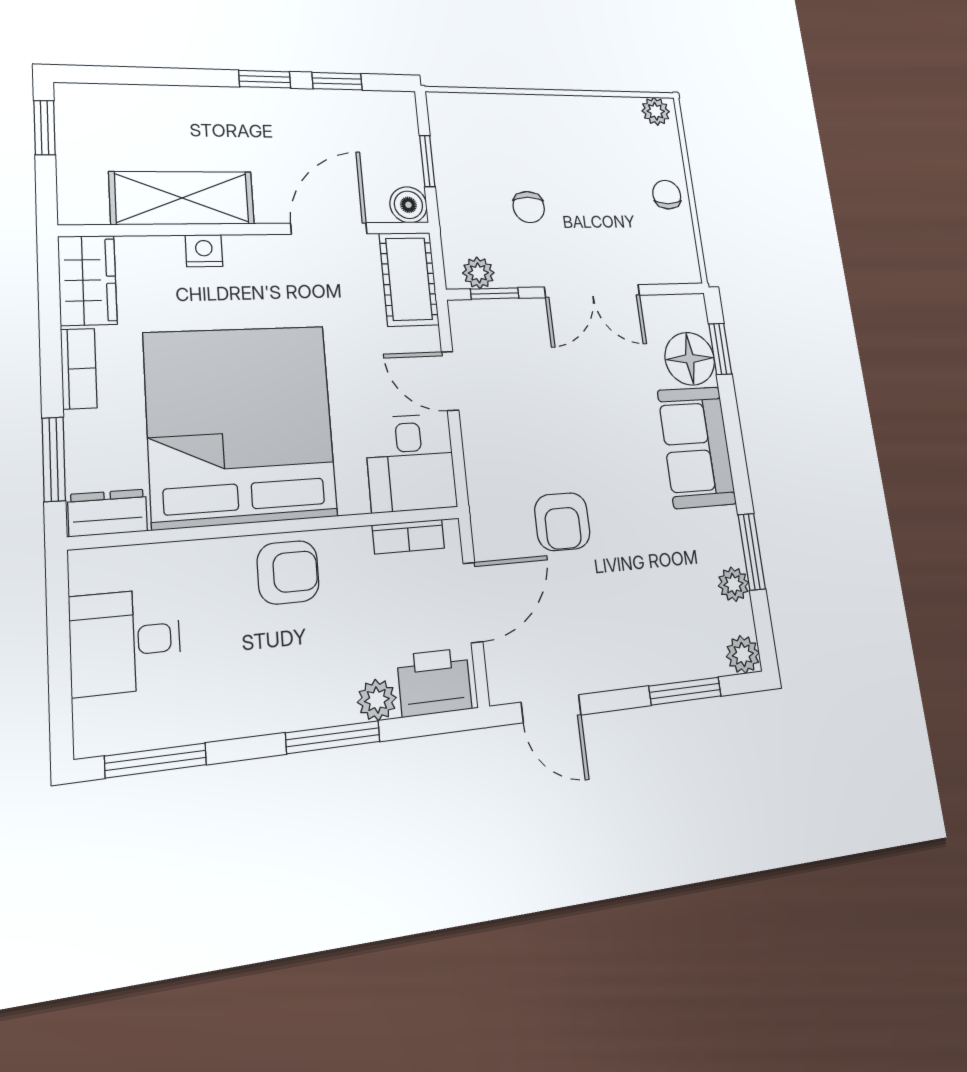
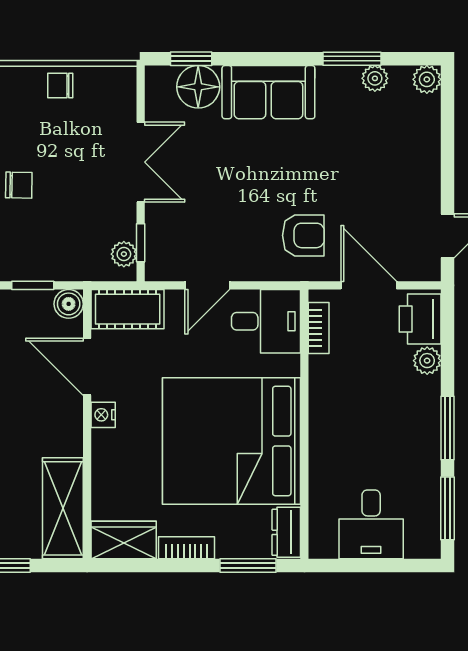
shelving: (182, 198) -> (63, 508), moved
chair: (529, 207) -> (19, 185), moved
nightstand: (204, 251) -> (103, 415), moved
armchair: (562, 522) -> (303, 235), moved
armchair: (288, 572) -> (336, 415), removed
window: (685, 691) -> (448, 131), removed
window: (333, 737) -> (448, 428), moved

